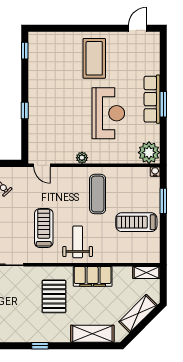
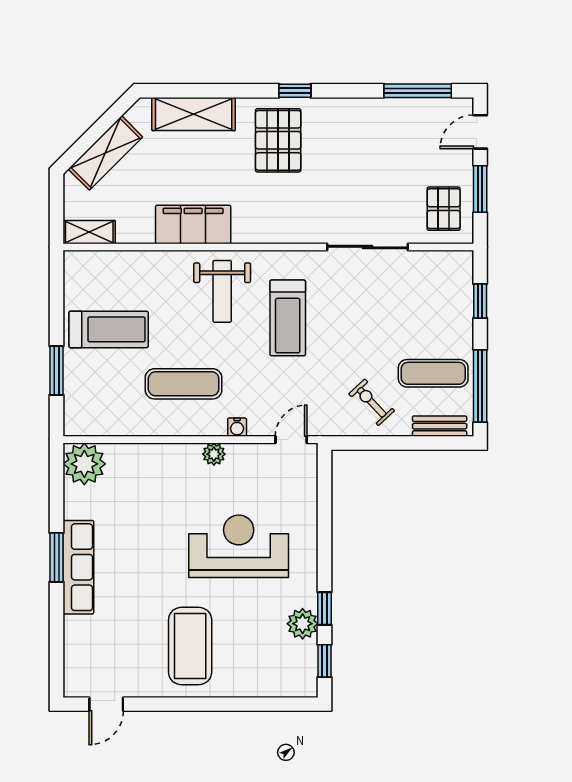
plant: (36, 70) -> (303, 624), added
window: (25, 111) -> (325, 609), moved
reception desk: (108, 113) -> (239, 546), moved, turned 90
door: (42, 165) -> (291, 440), hinge flipped
water cooler: (155, 172) -> (237, 427), moved
exercise mat: (98, 194) -> (184, 384), turned 90
pallet: (54, 296) -> (278, 140), moved

